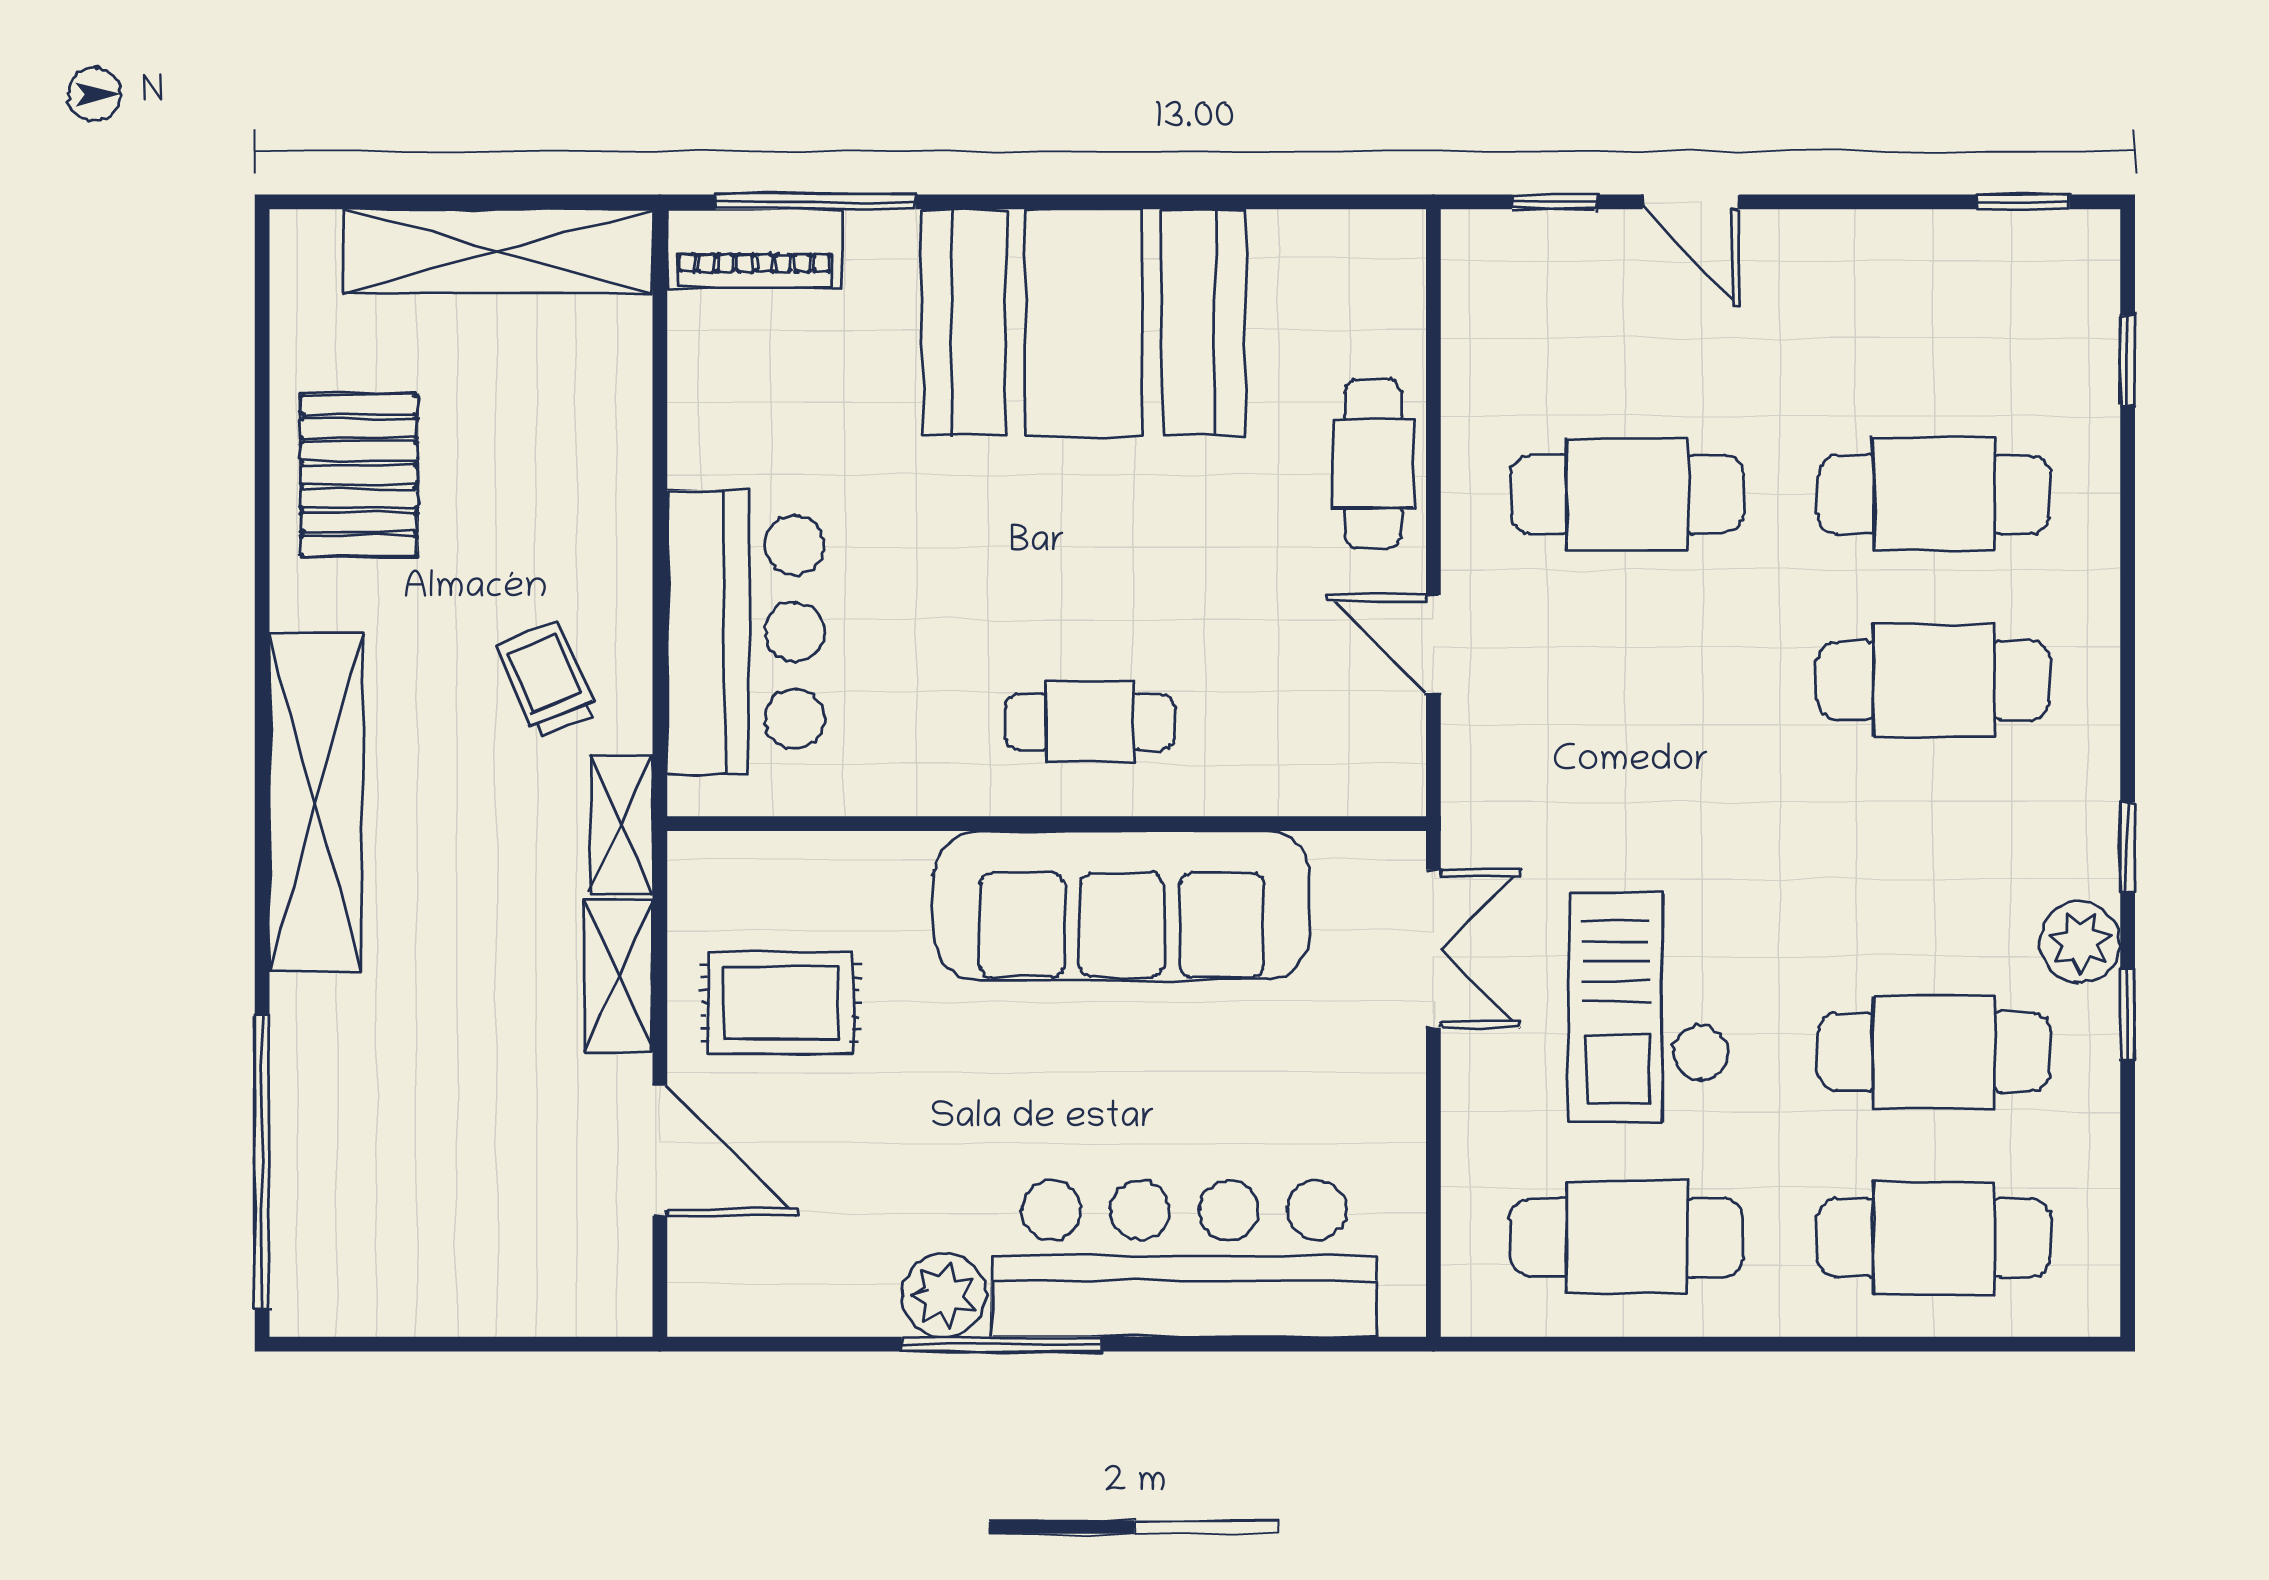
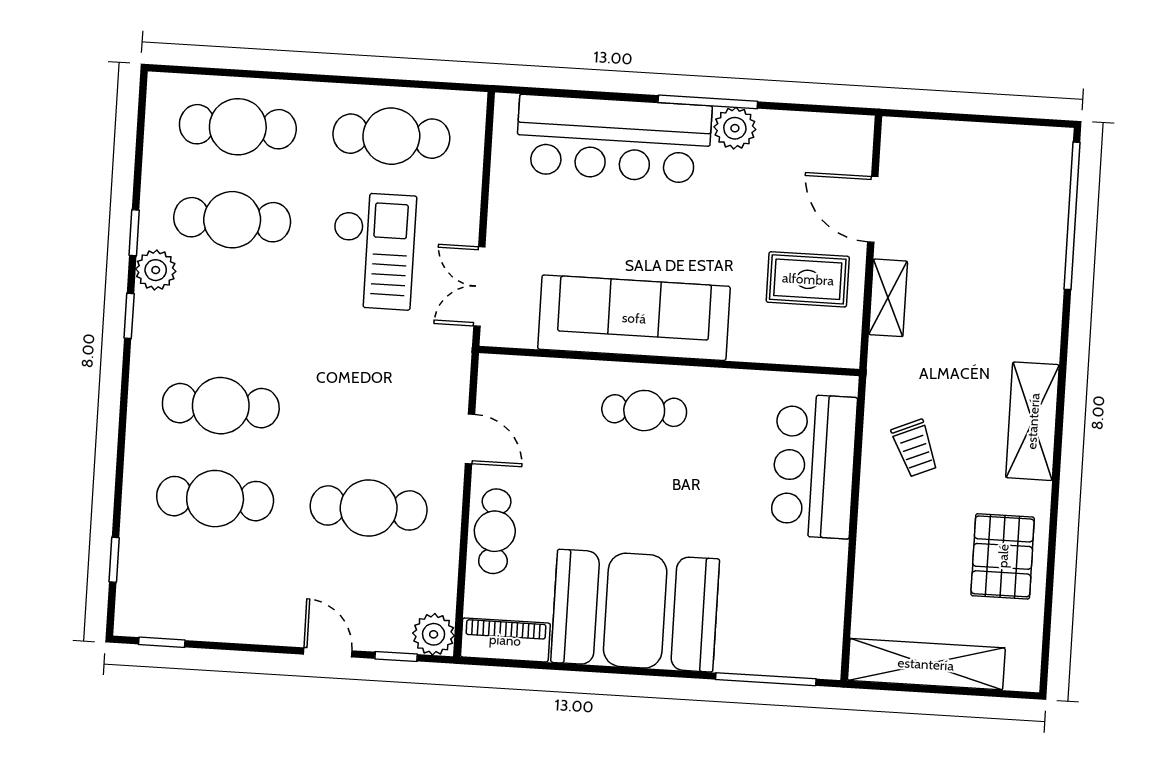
piano: (754, 248) -> (505, 640), moved
plant: (1482, 251) -> (434, 634), added
shelving: (316, 802) -> (1033, 421), width x0.68
shelving: (621, 825) -> (882, 373), removed

